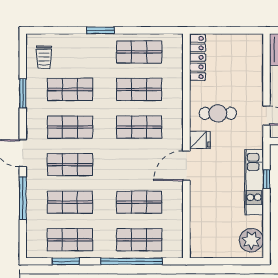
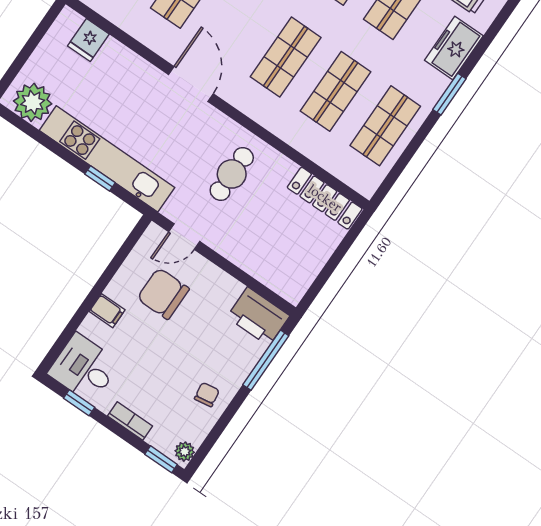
freezer: (75, 44) -> (454, 48), added
fridge: (200, 140) -> (88, 40), moved
kitchen unit: (254, 182) -> (107, 159), width x1.36

